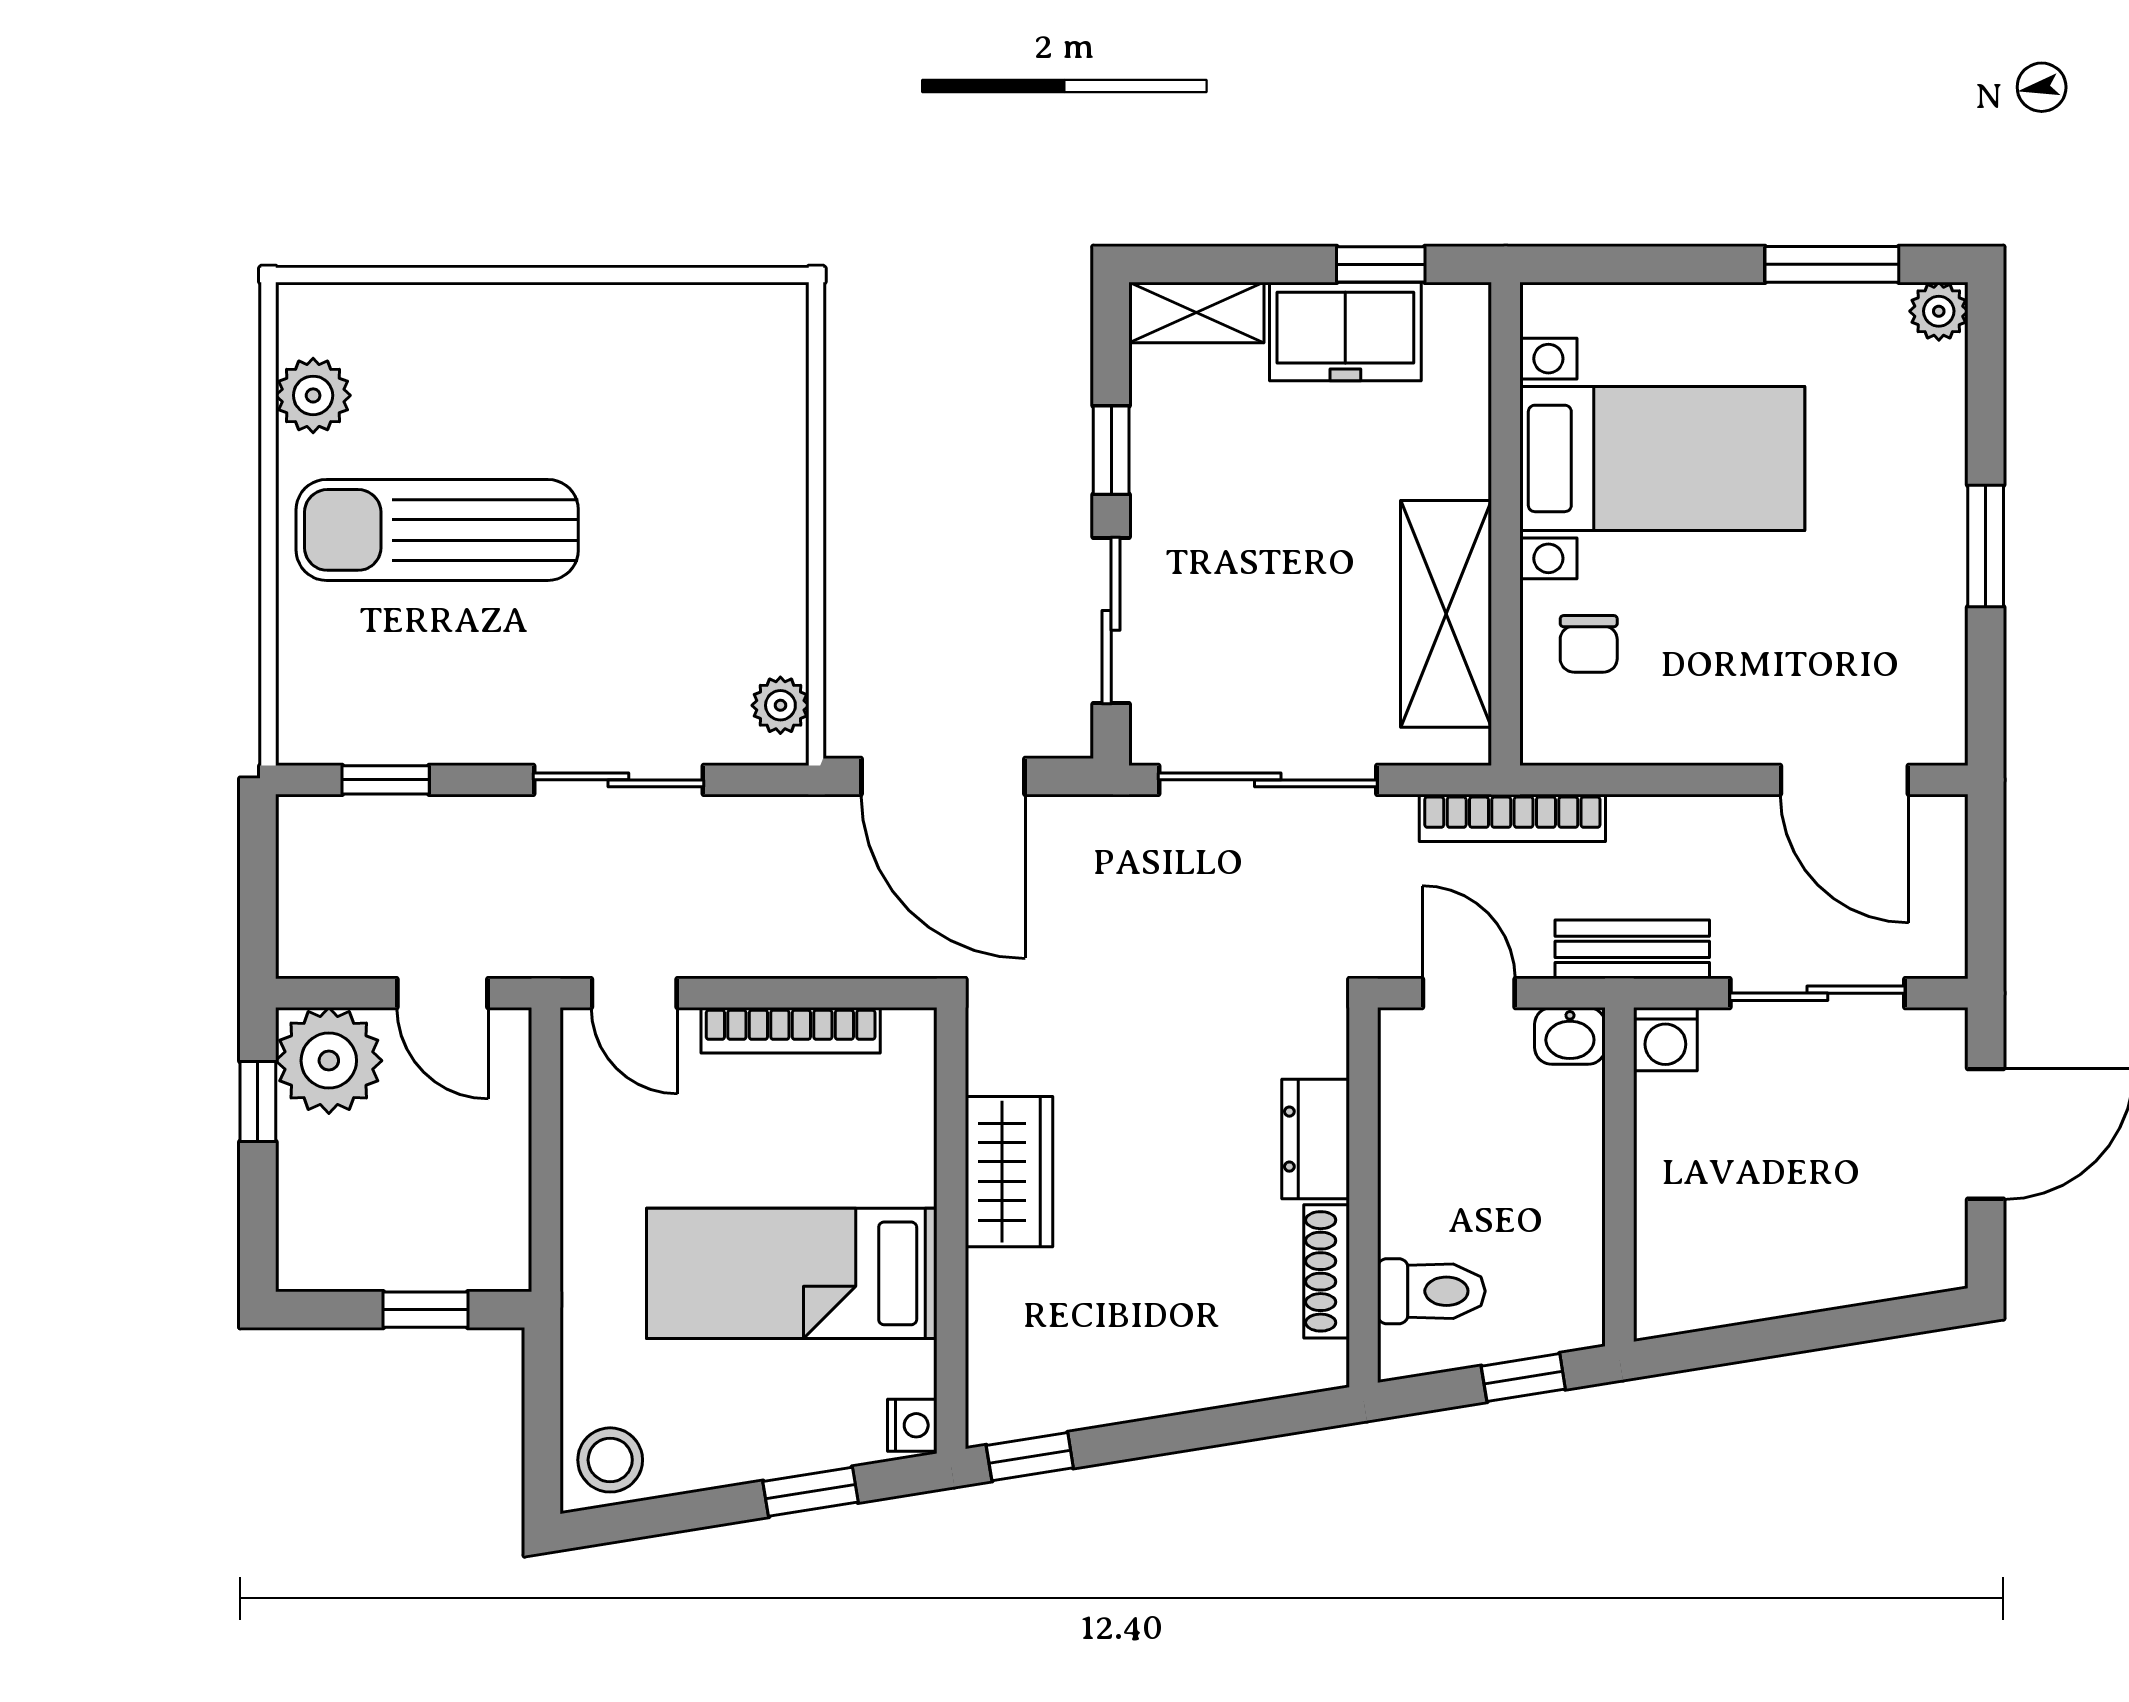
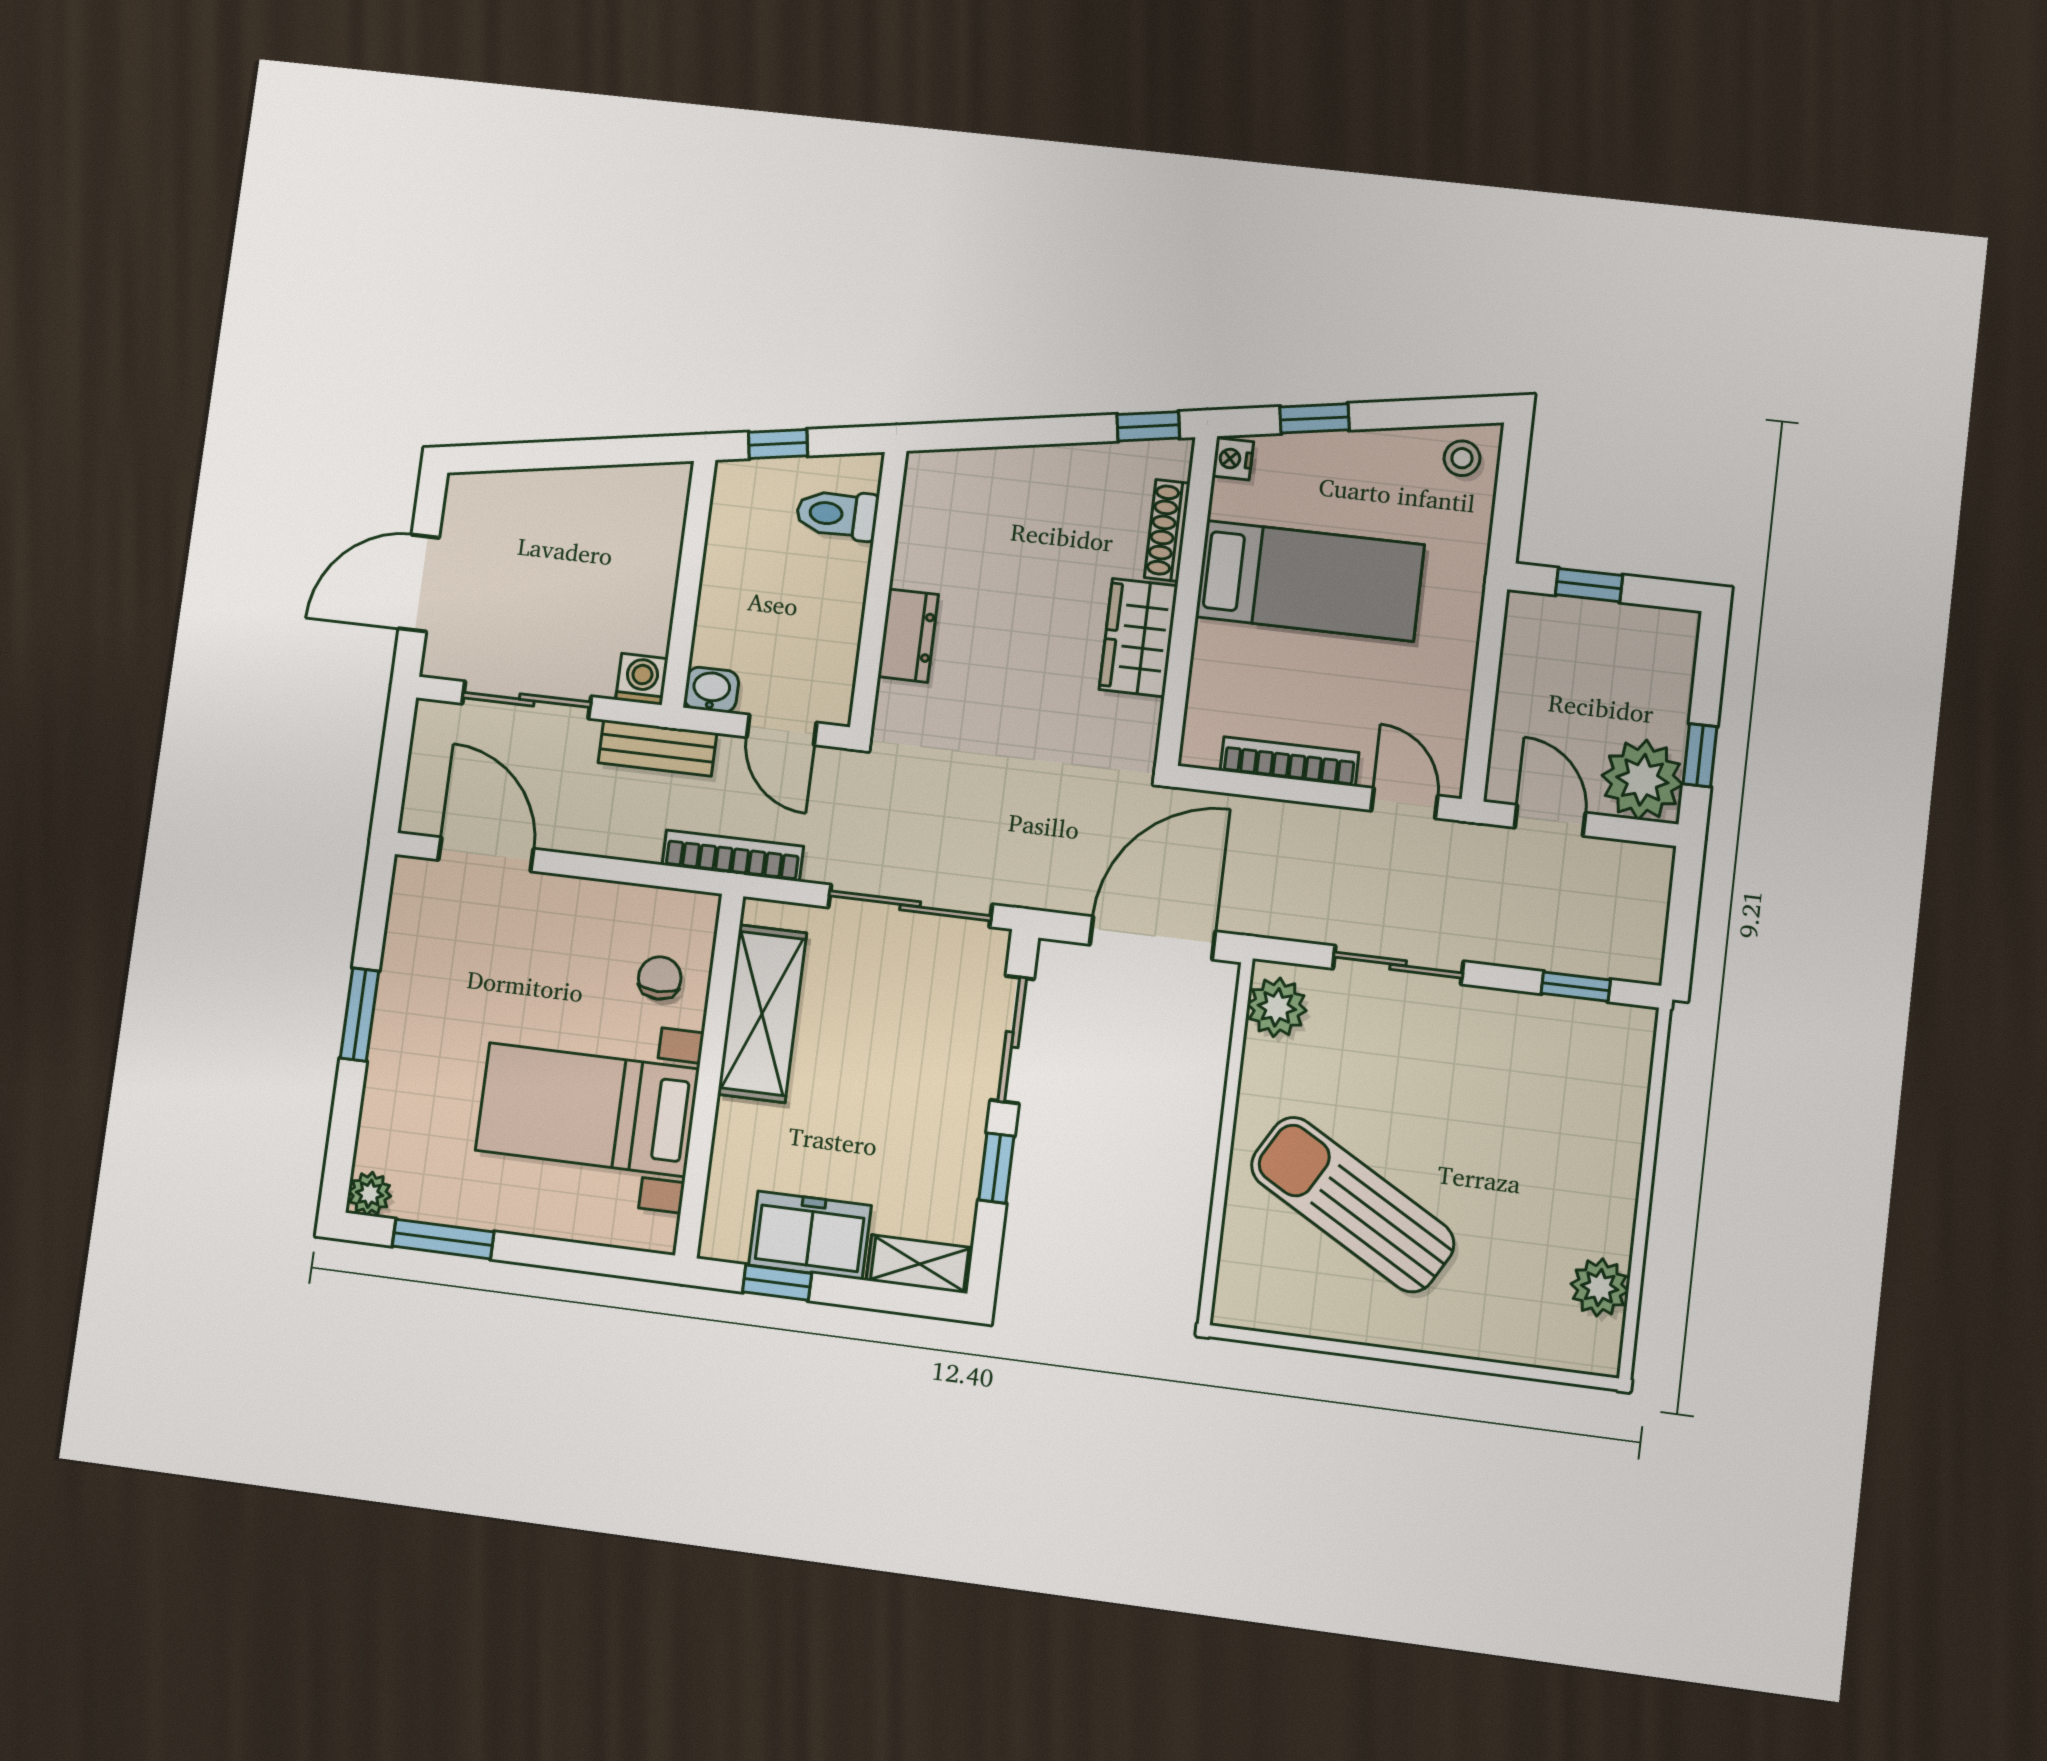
sun lounger: (437, 530) -> (1352, 1204), moved, turned -150
plant: (780, 705) -> (1277, 1007), width x1.38, depth x1.38
door: (943, 776) -> (1153, 938), hinge flipped
shoe rack: (1327, 1271) -> (1167, 530), moved, turned 180
stool: (610, 1460) -> (1462, 458), width x0.73, depth x0.73

